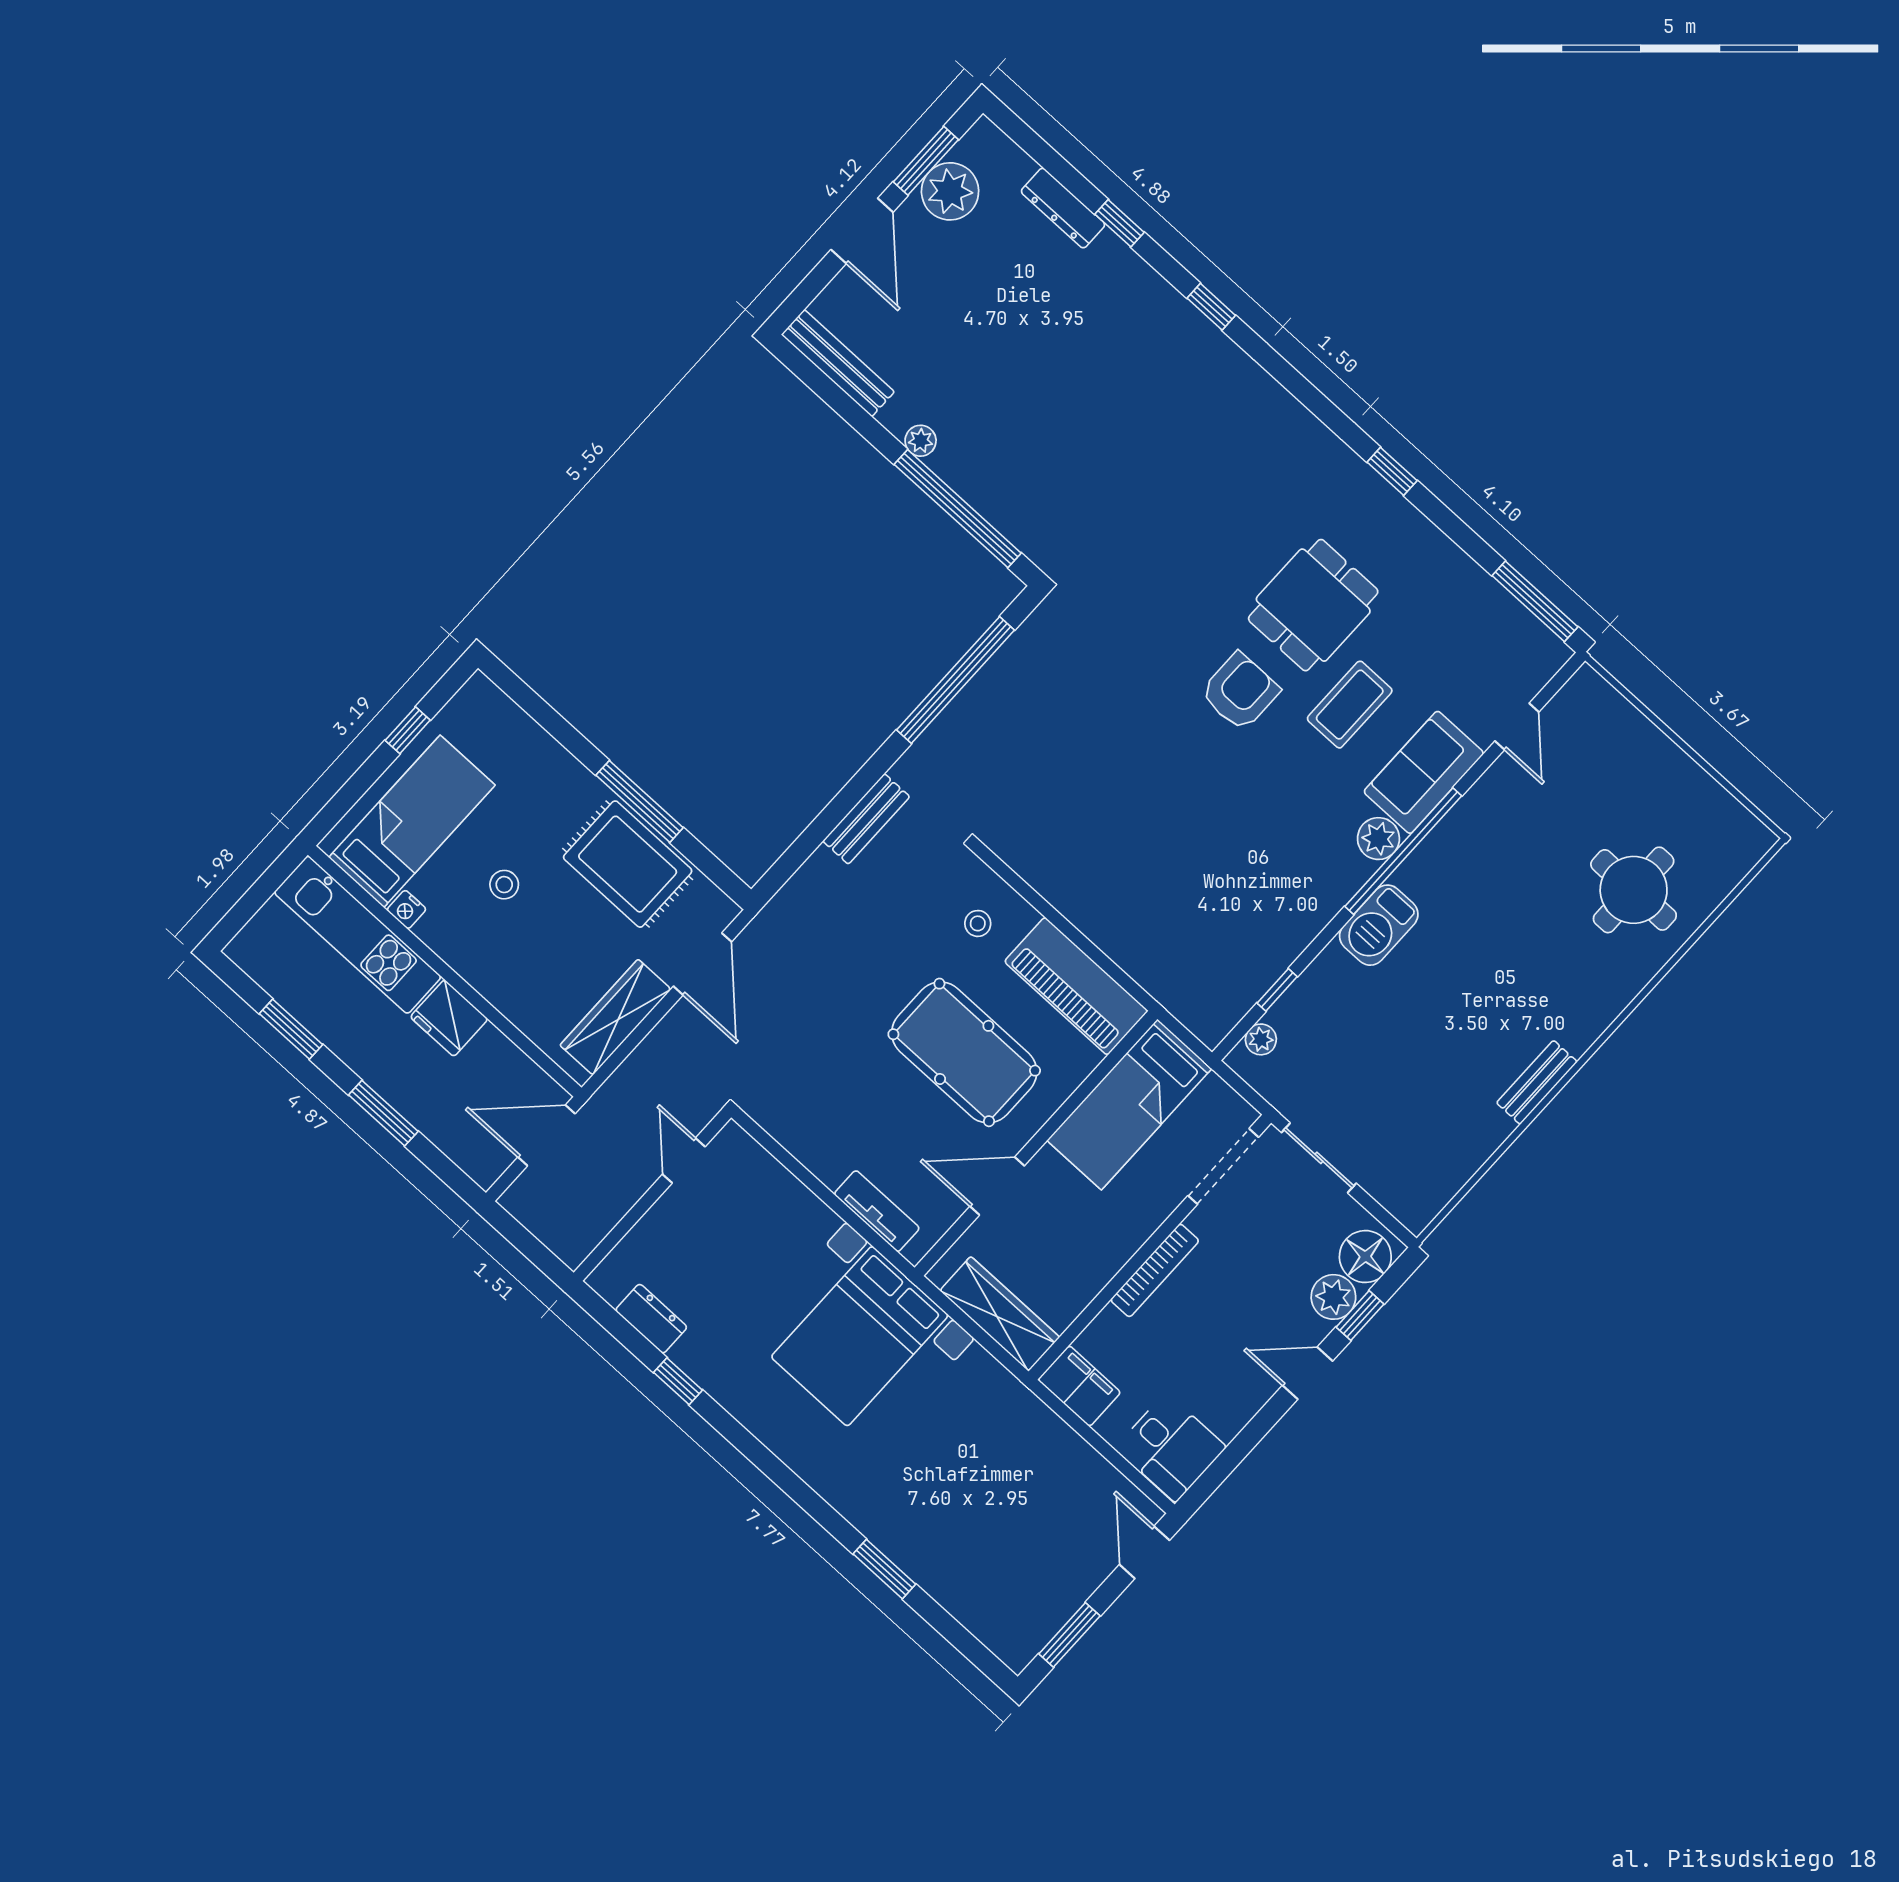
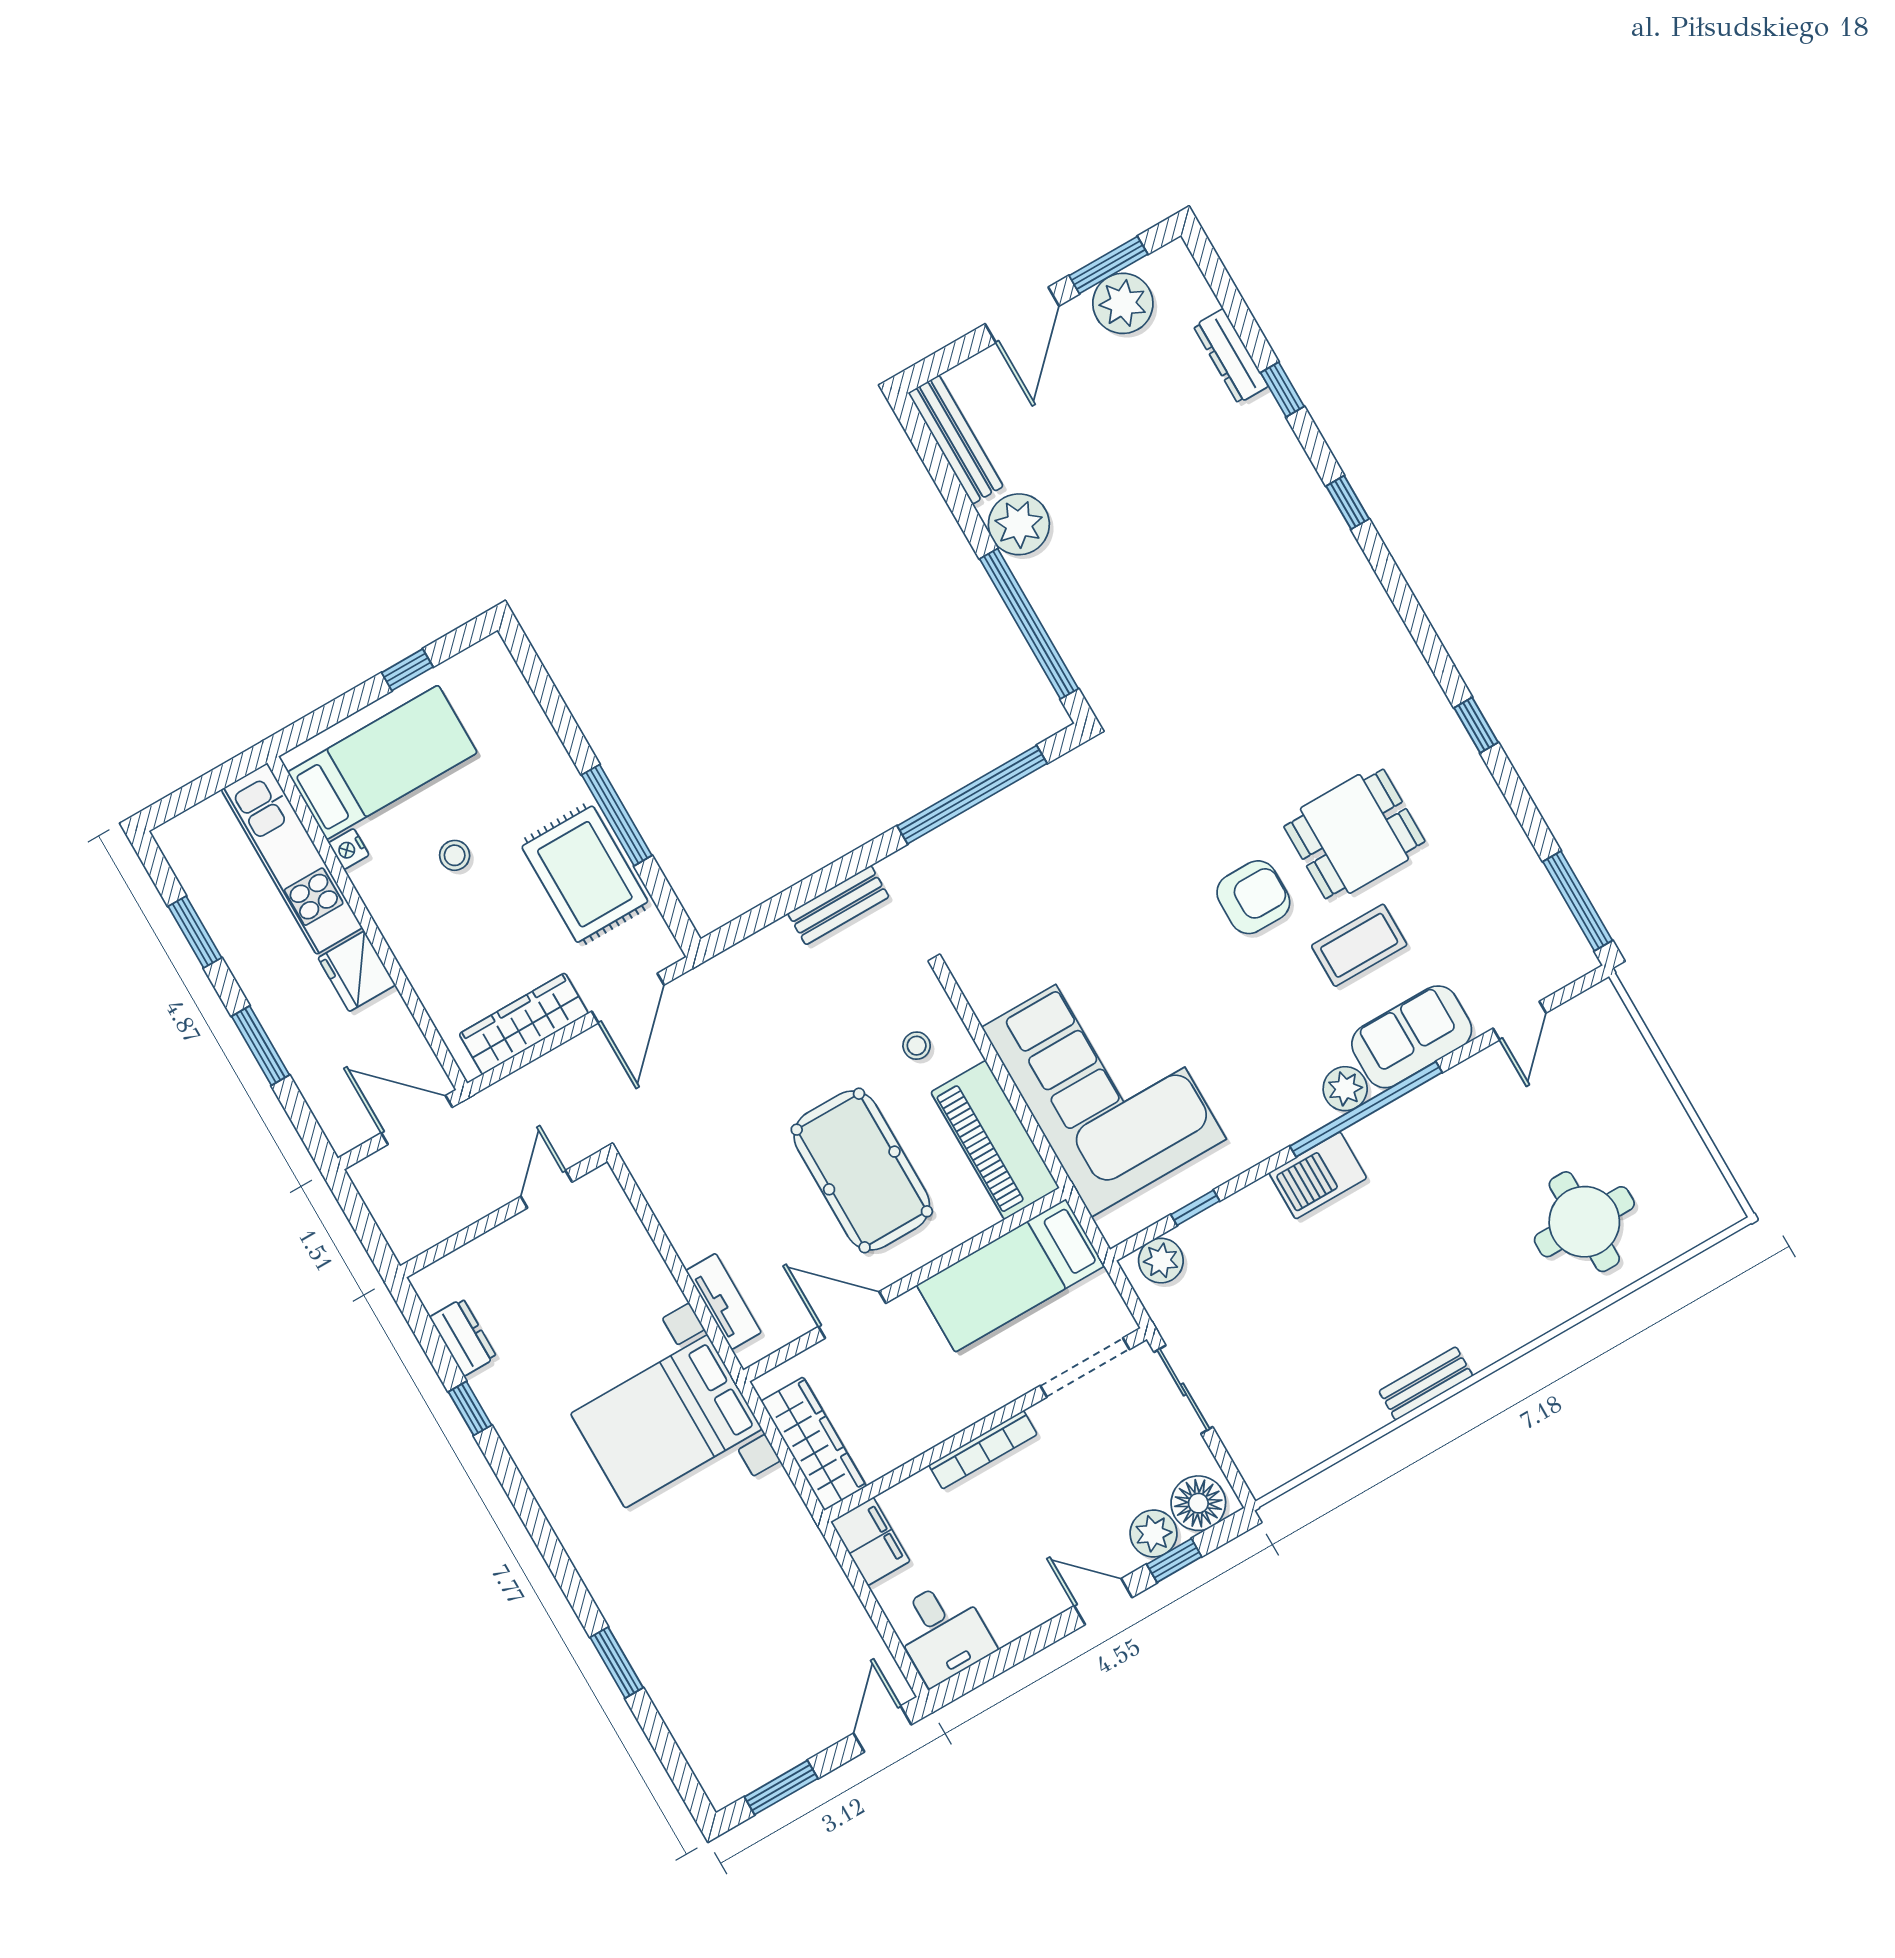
plant: (921, 441) -> (1019, 524), width x1.88, depth x1.88
corner sofa: (1158, 903) -> (1104, 1083), added
plant: (1261, 1039) -> (1161, 1261), width x1.38, depth x1.38

